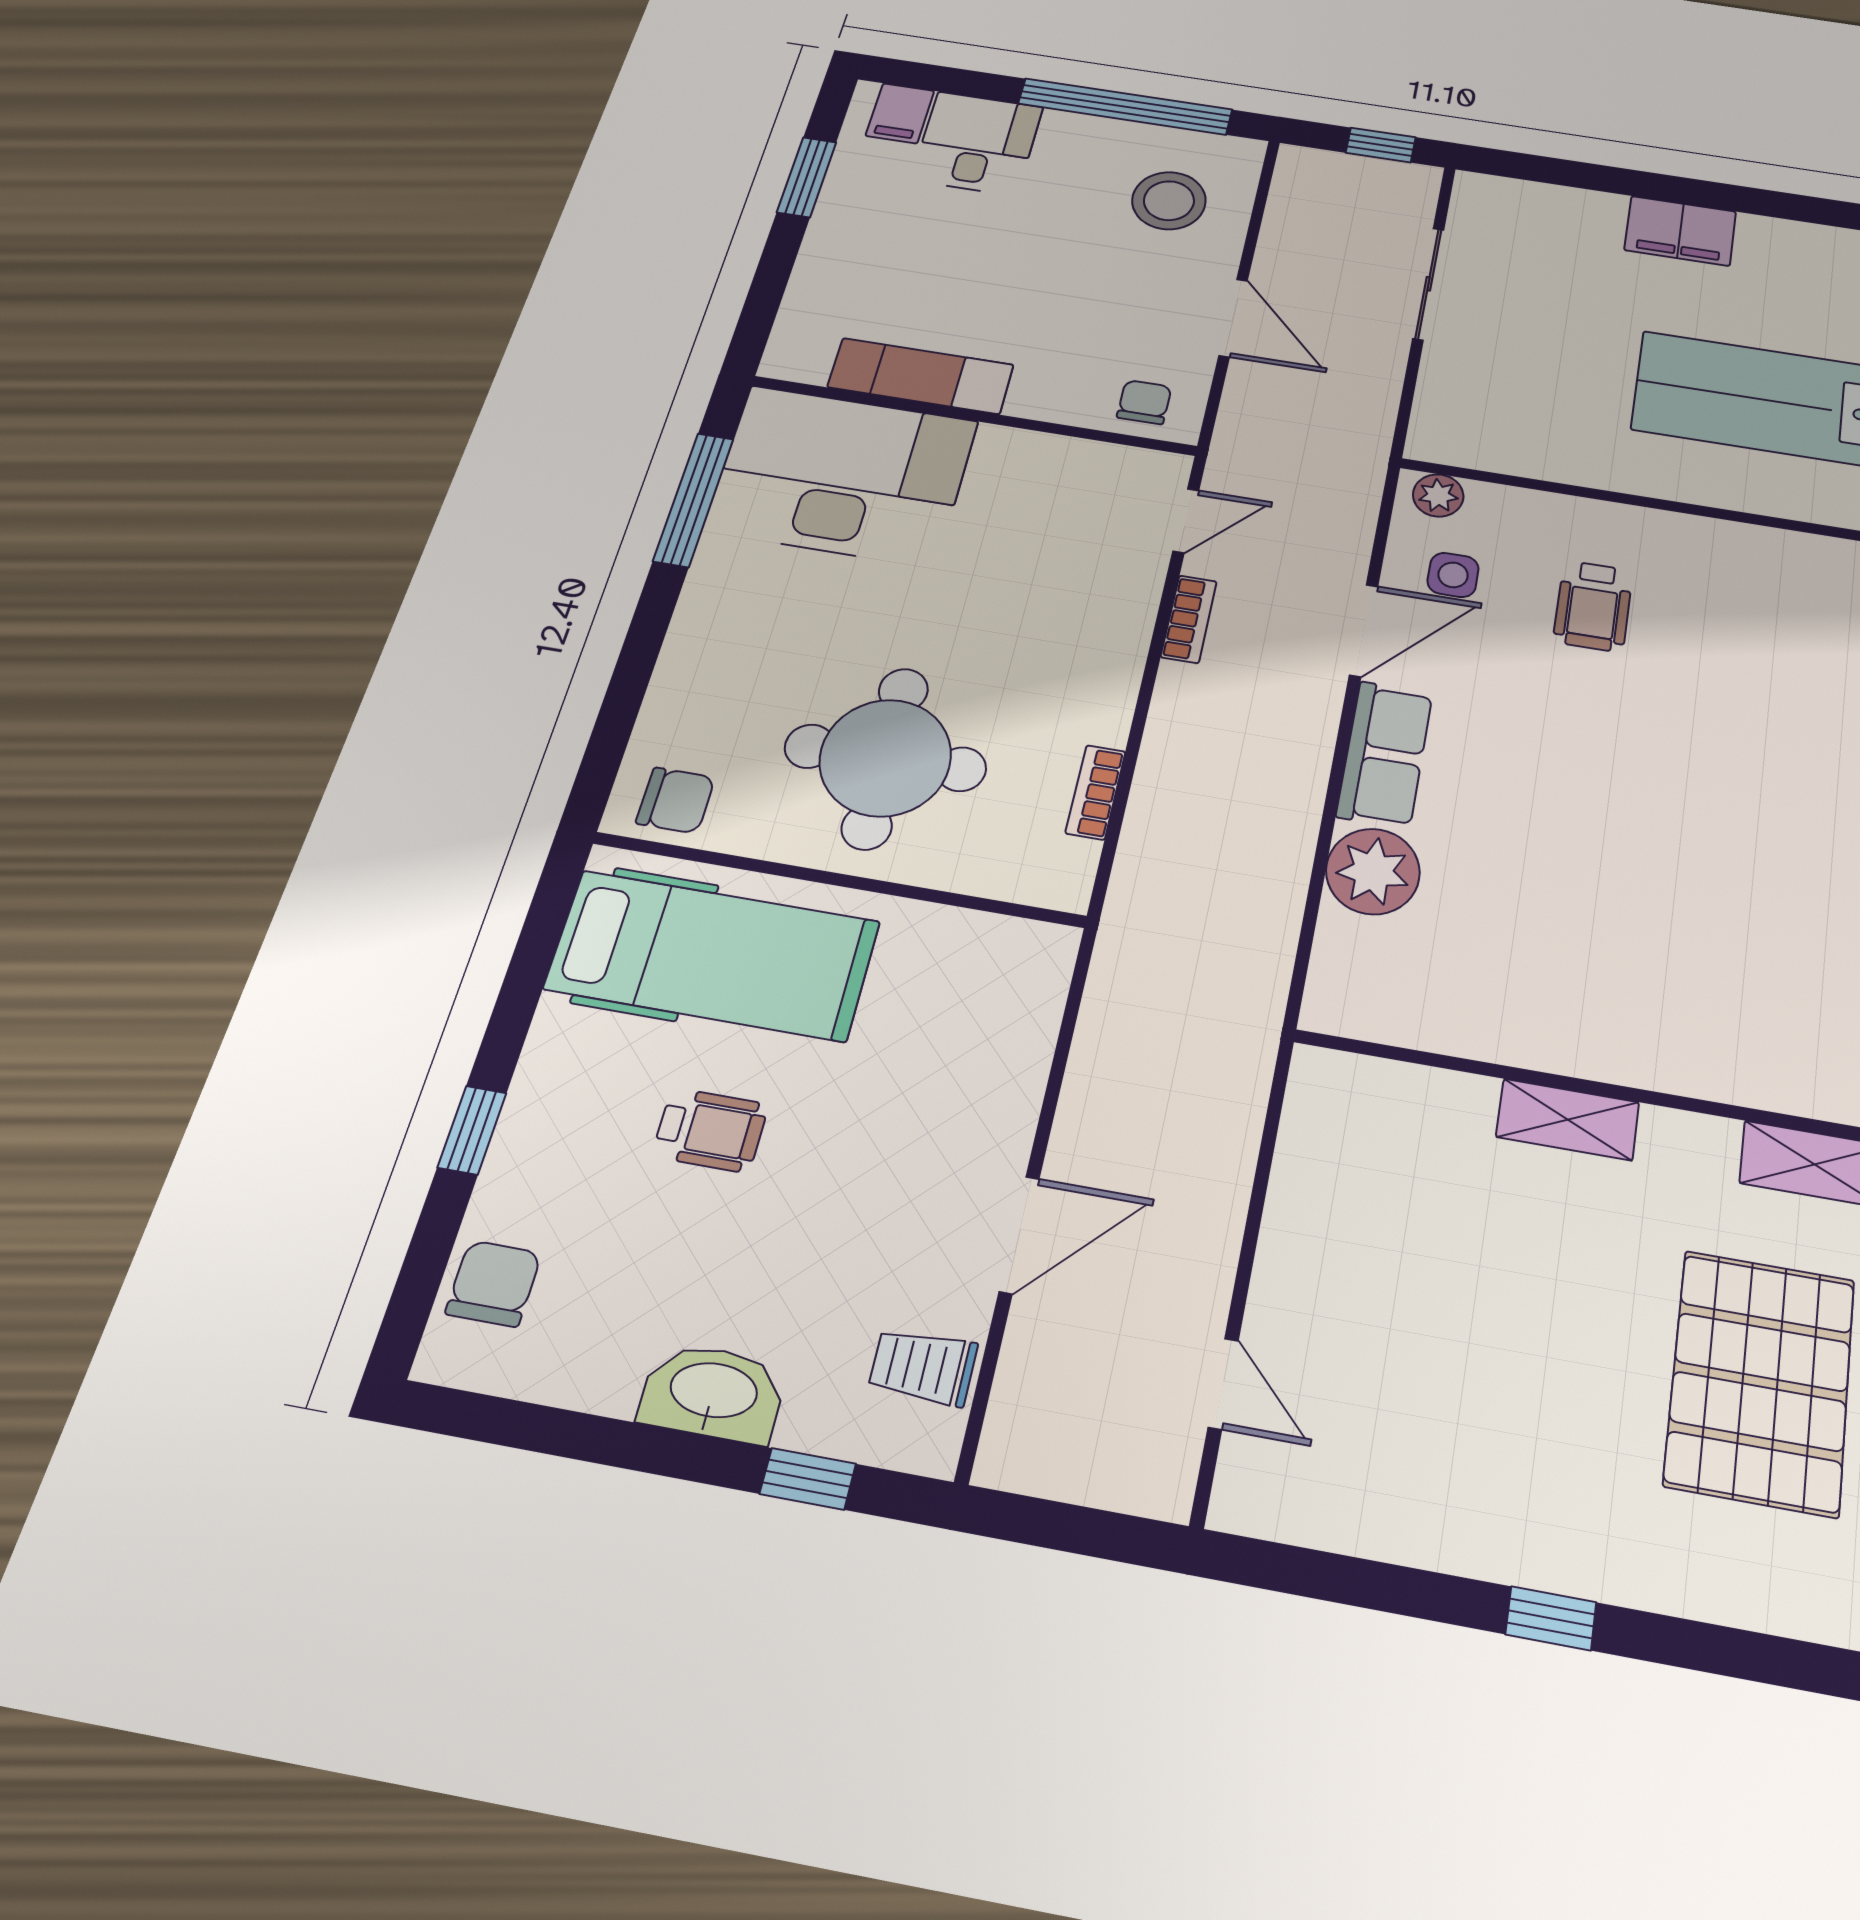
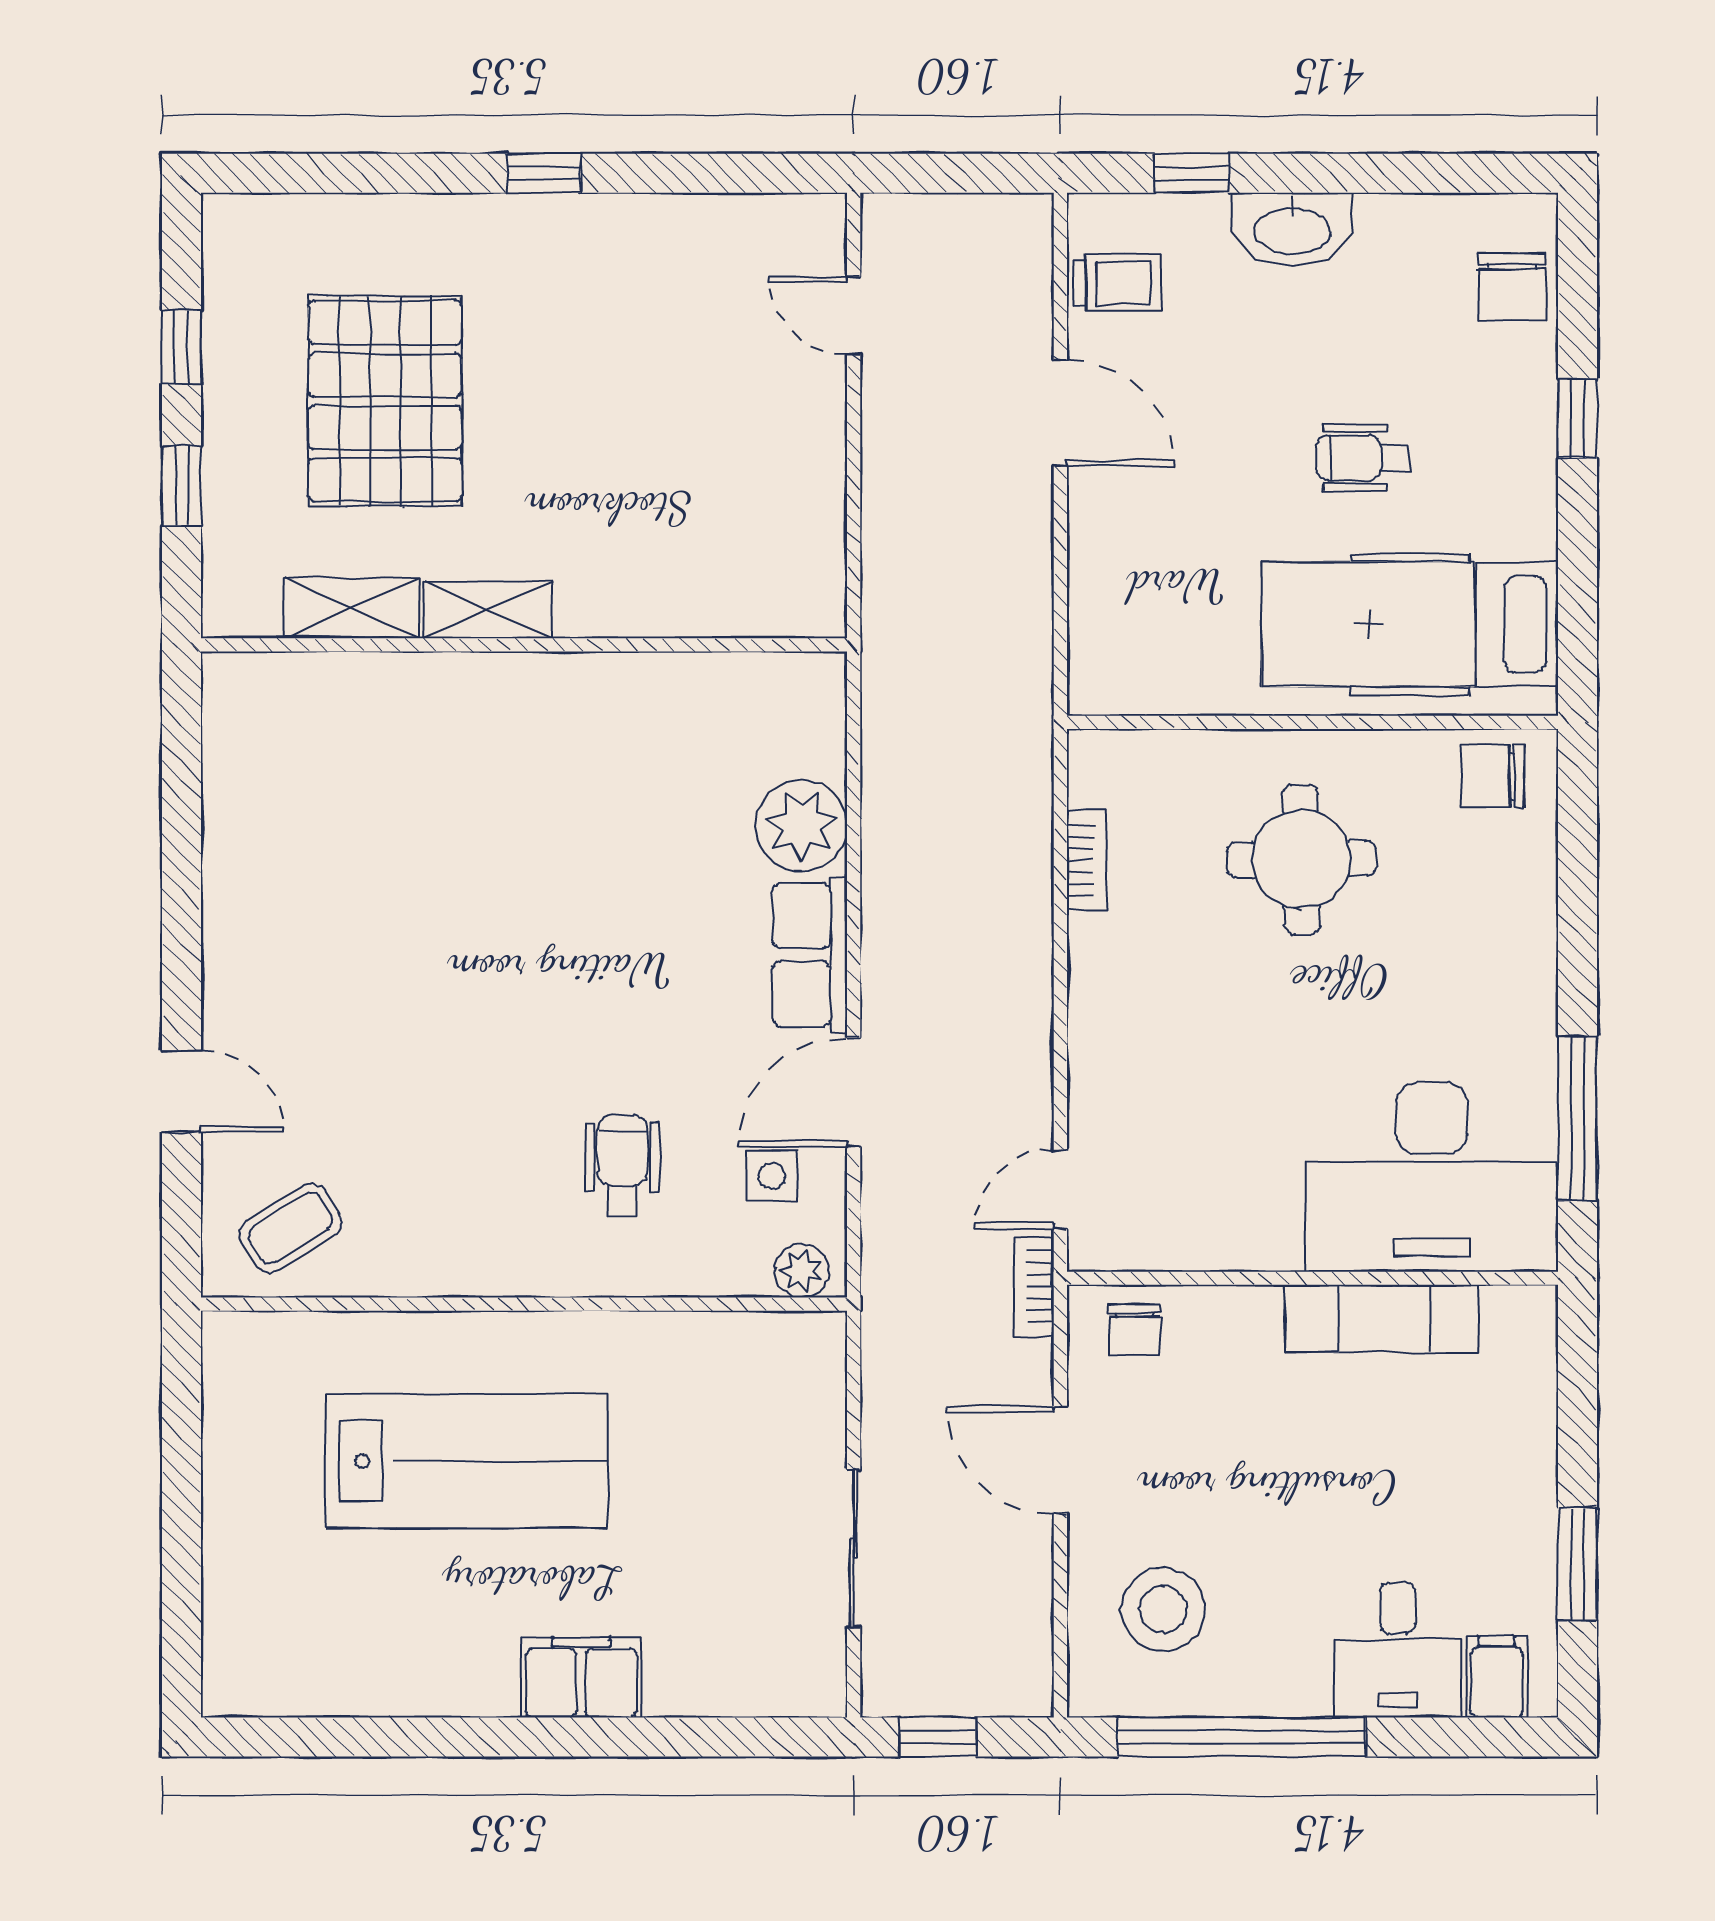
bookcase: (1189, 619) -> (1034, 1287), moved
round table: (885, 758) -> (1301, 859), width x0.73, depth x0.73
shelving: (1568, 1120) -> (488, 610), moved
door: (1019, 1235) -> (1060, 413), swing flipped

